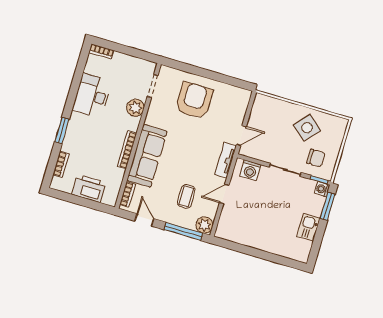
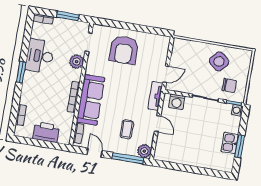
window: (131, 52) -> (68, 16), added
armchair: (194, 100) -> (124, 50), turned 180
window: (62, 131) -> (21, 72), moved
door: (224, 194) -> (158, 124), swing flipped
window: (328, 206) -> (240, 146), moved

